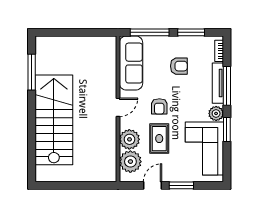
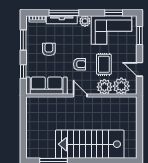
window: (150, 32) -> (23, 72), width x0.46
window: (227, 130) -> (114, 13), moved
rug: (159, 139) -> (104, 64), turned 90
window: (181, 185) -> (139, 36), moved

